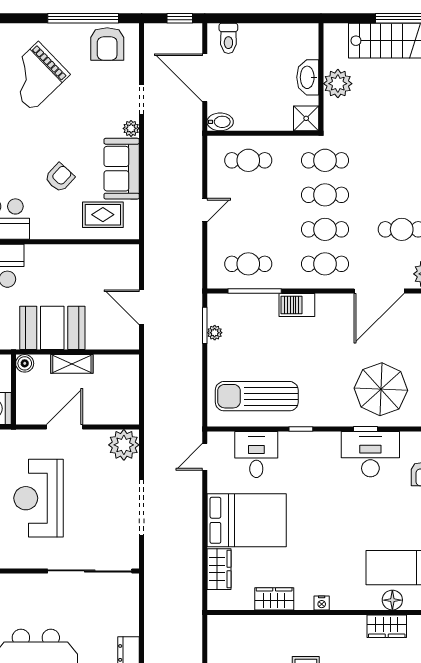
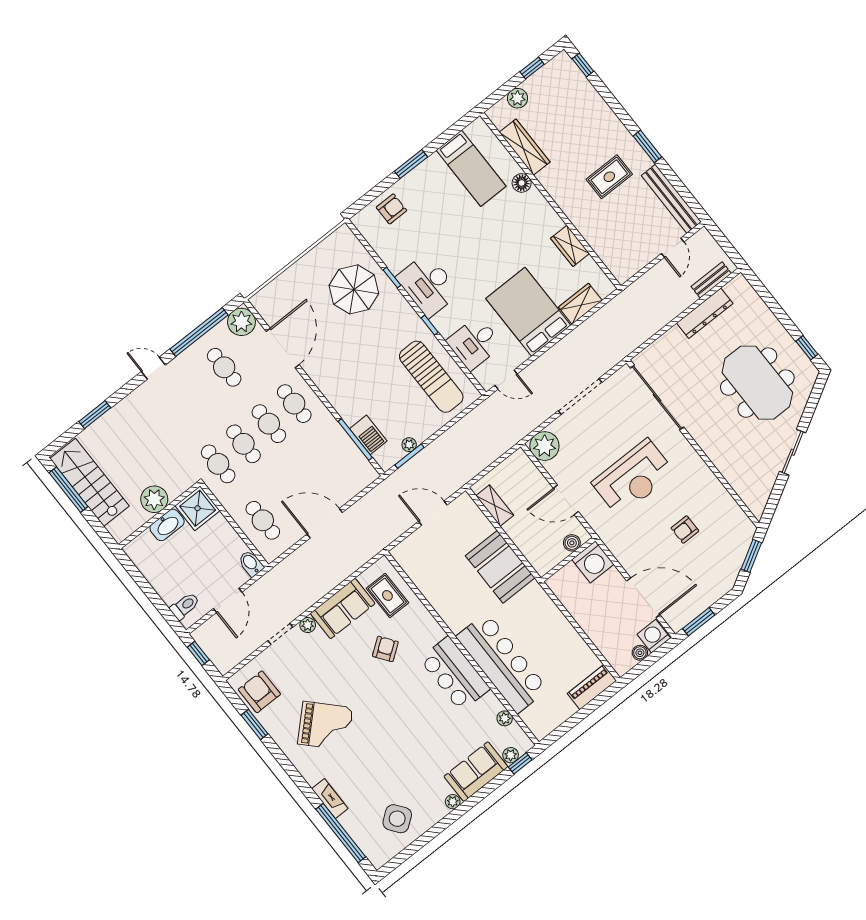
window: (83, 18) -> (255, 724), width x0.47
armchair: (107, 44) -> (259, 692), turned -90
door: (205, 78) -> (228, 600), width x0.73
shower: (306, 118) -> (198, 508), width x1.36, depth x1.36
armchair: (60, 178) -> (385, 649), turned 101
door: (205, 210) -> (325, 523), width x1.87
cafe table: (248, 264) -> (339, 460), removed
door: (379, 291) -> (283, 348), hinge flipped
barbecue: (297, 305) -> (368, 435), moved
door: (142, 307) -> (433, 513), swing flipped
boiler: (25, 363) -> (572, 543), moved
shelving: (72, 364) -> (495, 505), moved
desk: (370, 454) -> (428, 285), moved
floor lamp: (392, 600) -> (522, 183), moved
nightstand: (322, 603) -> (545, 208), removed
wardrobe: (387, 626) -> (525, 147), width x1.50

